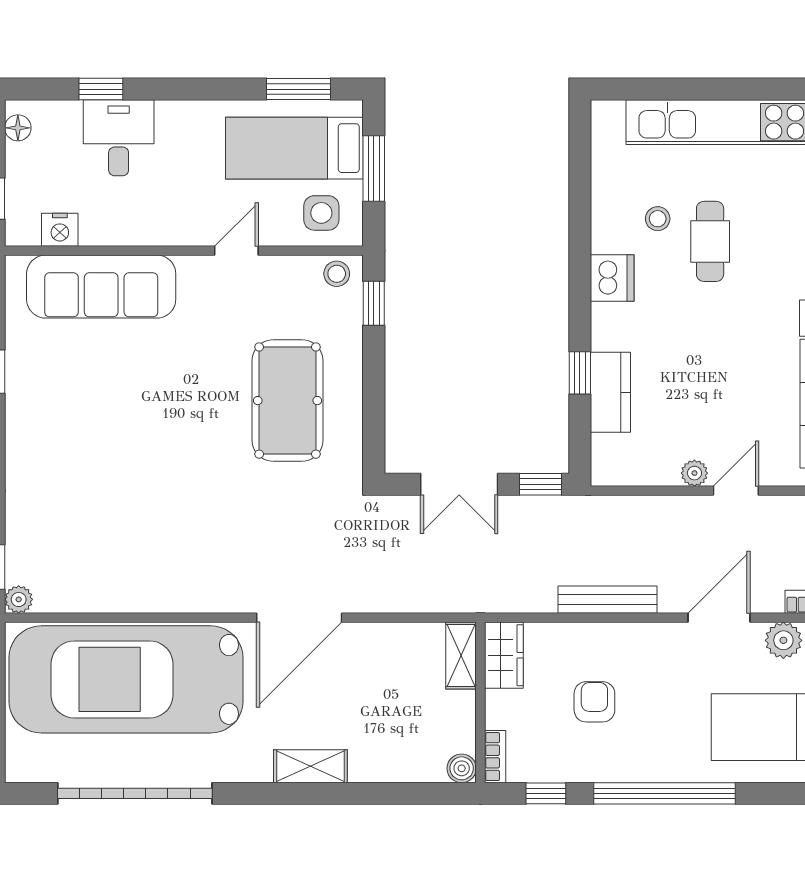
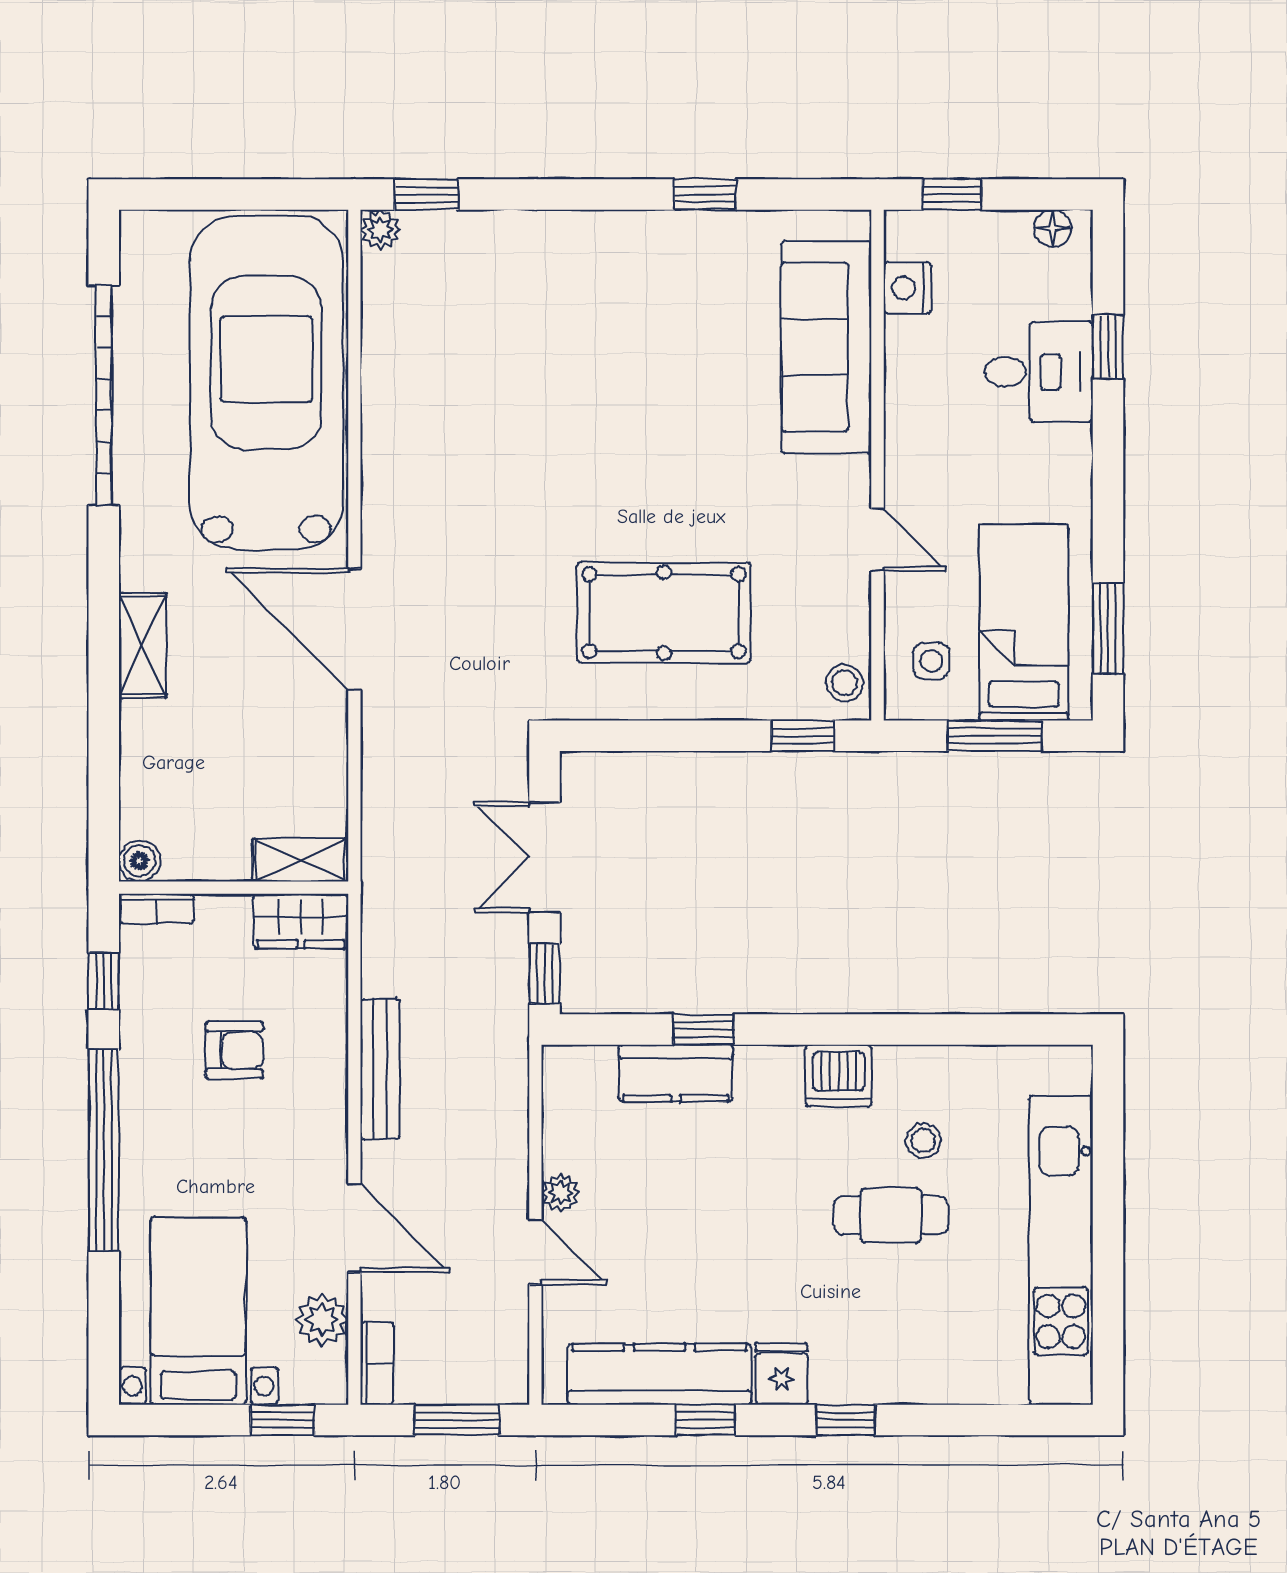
side table: (321, 213) -> (931, 661), width x0.73, depth x0.73

